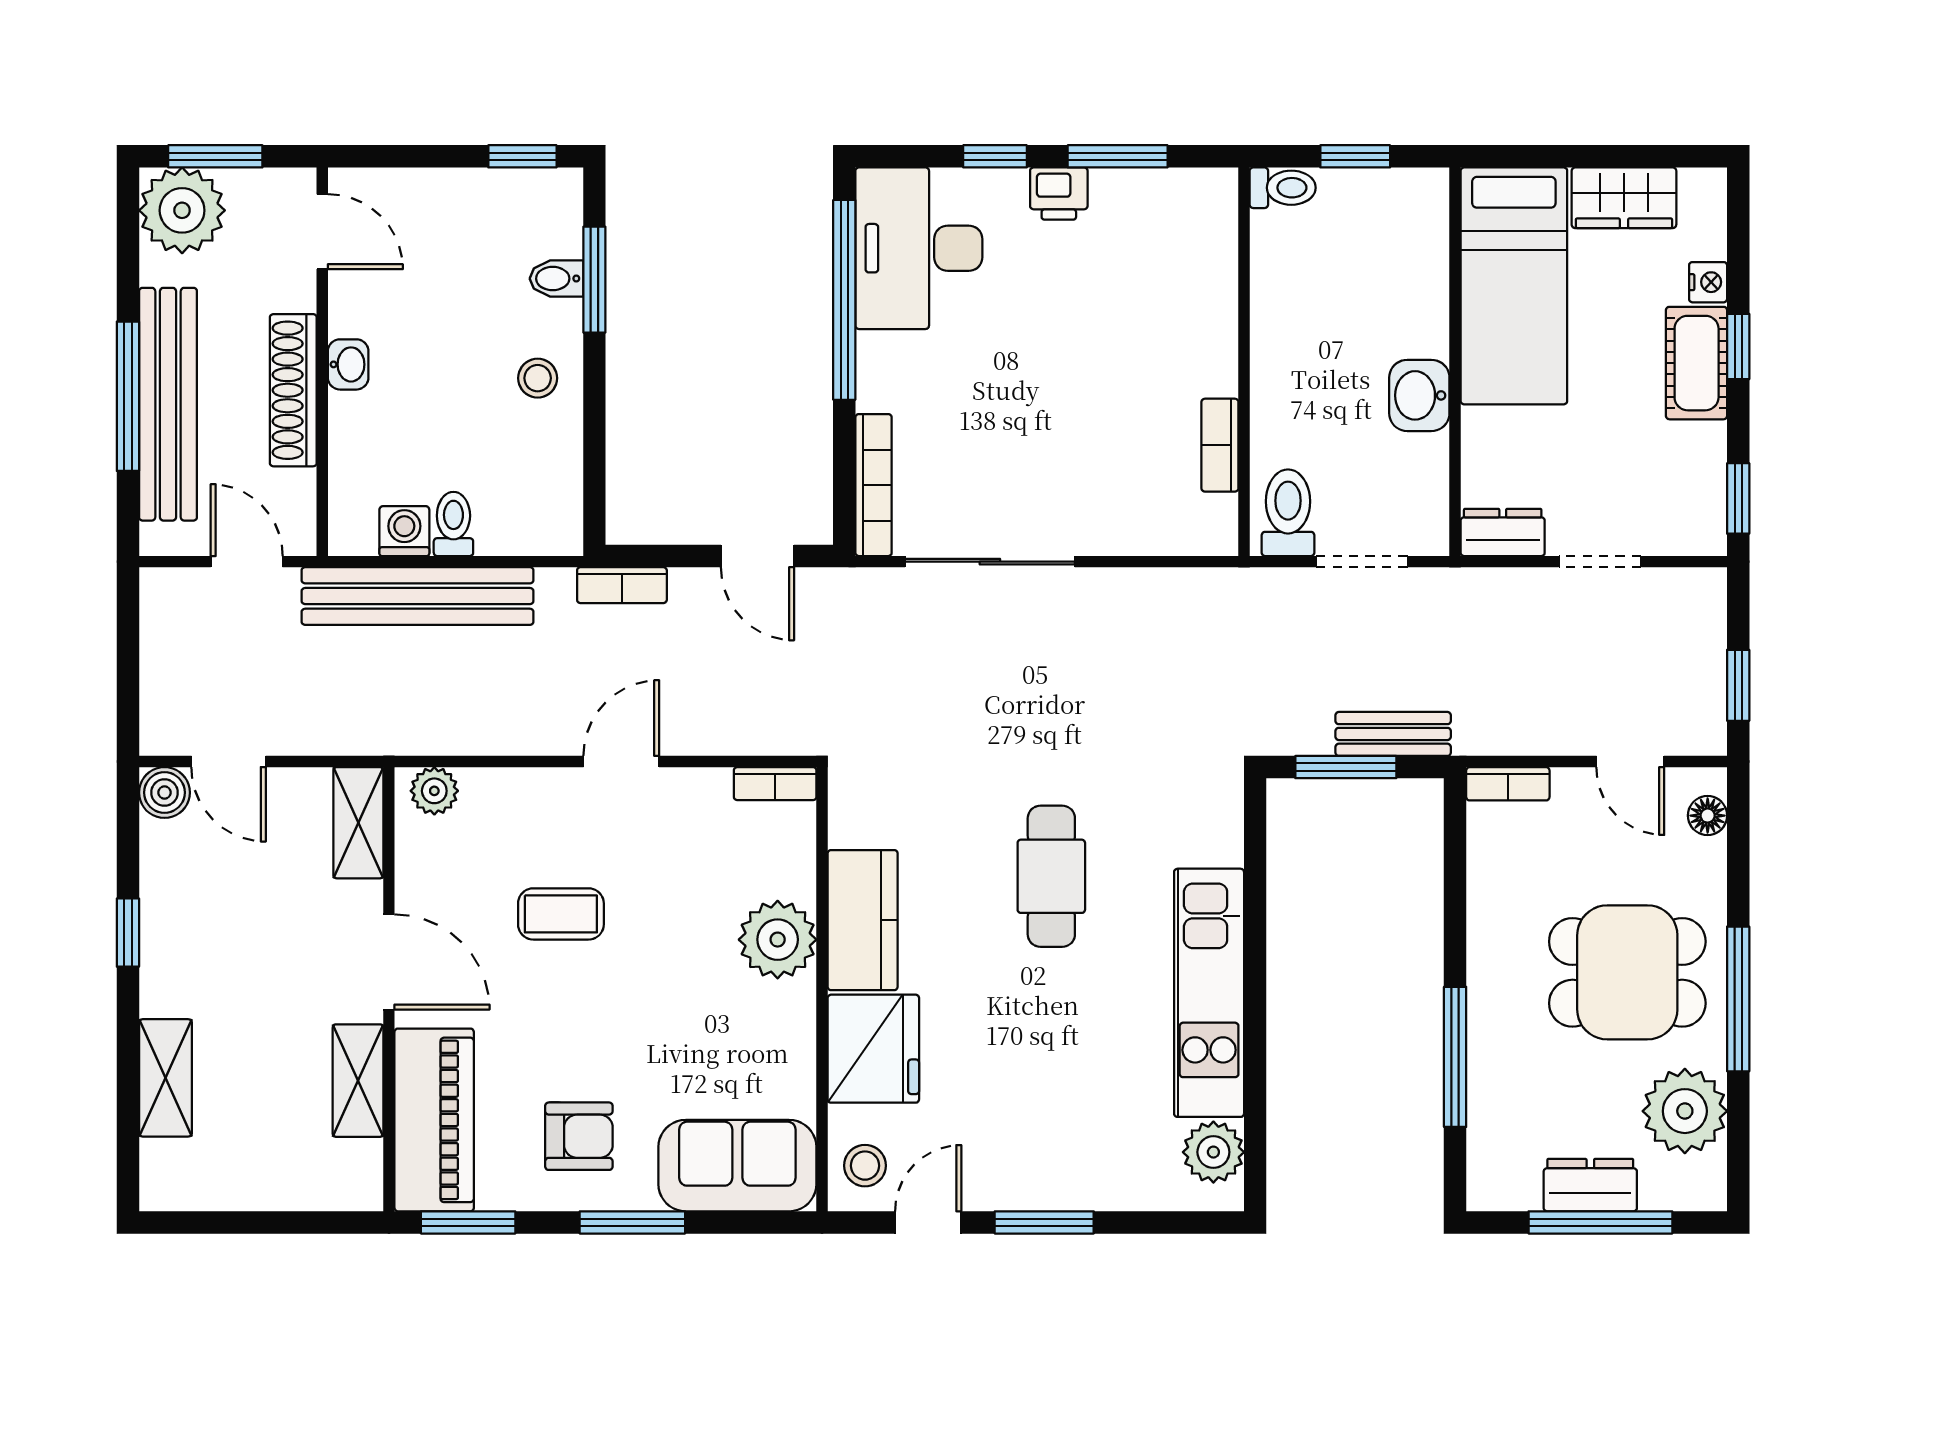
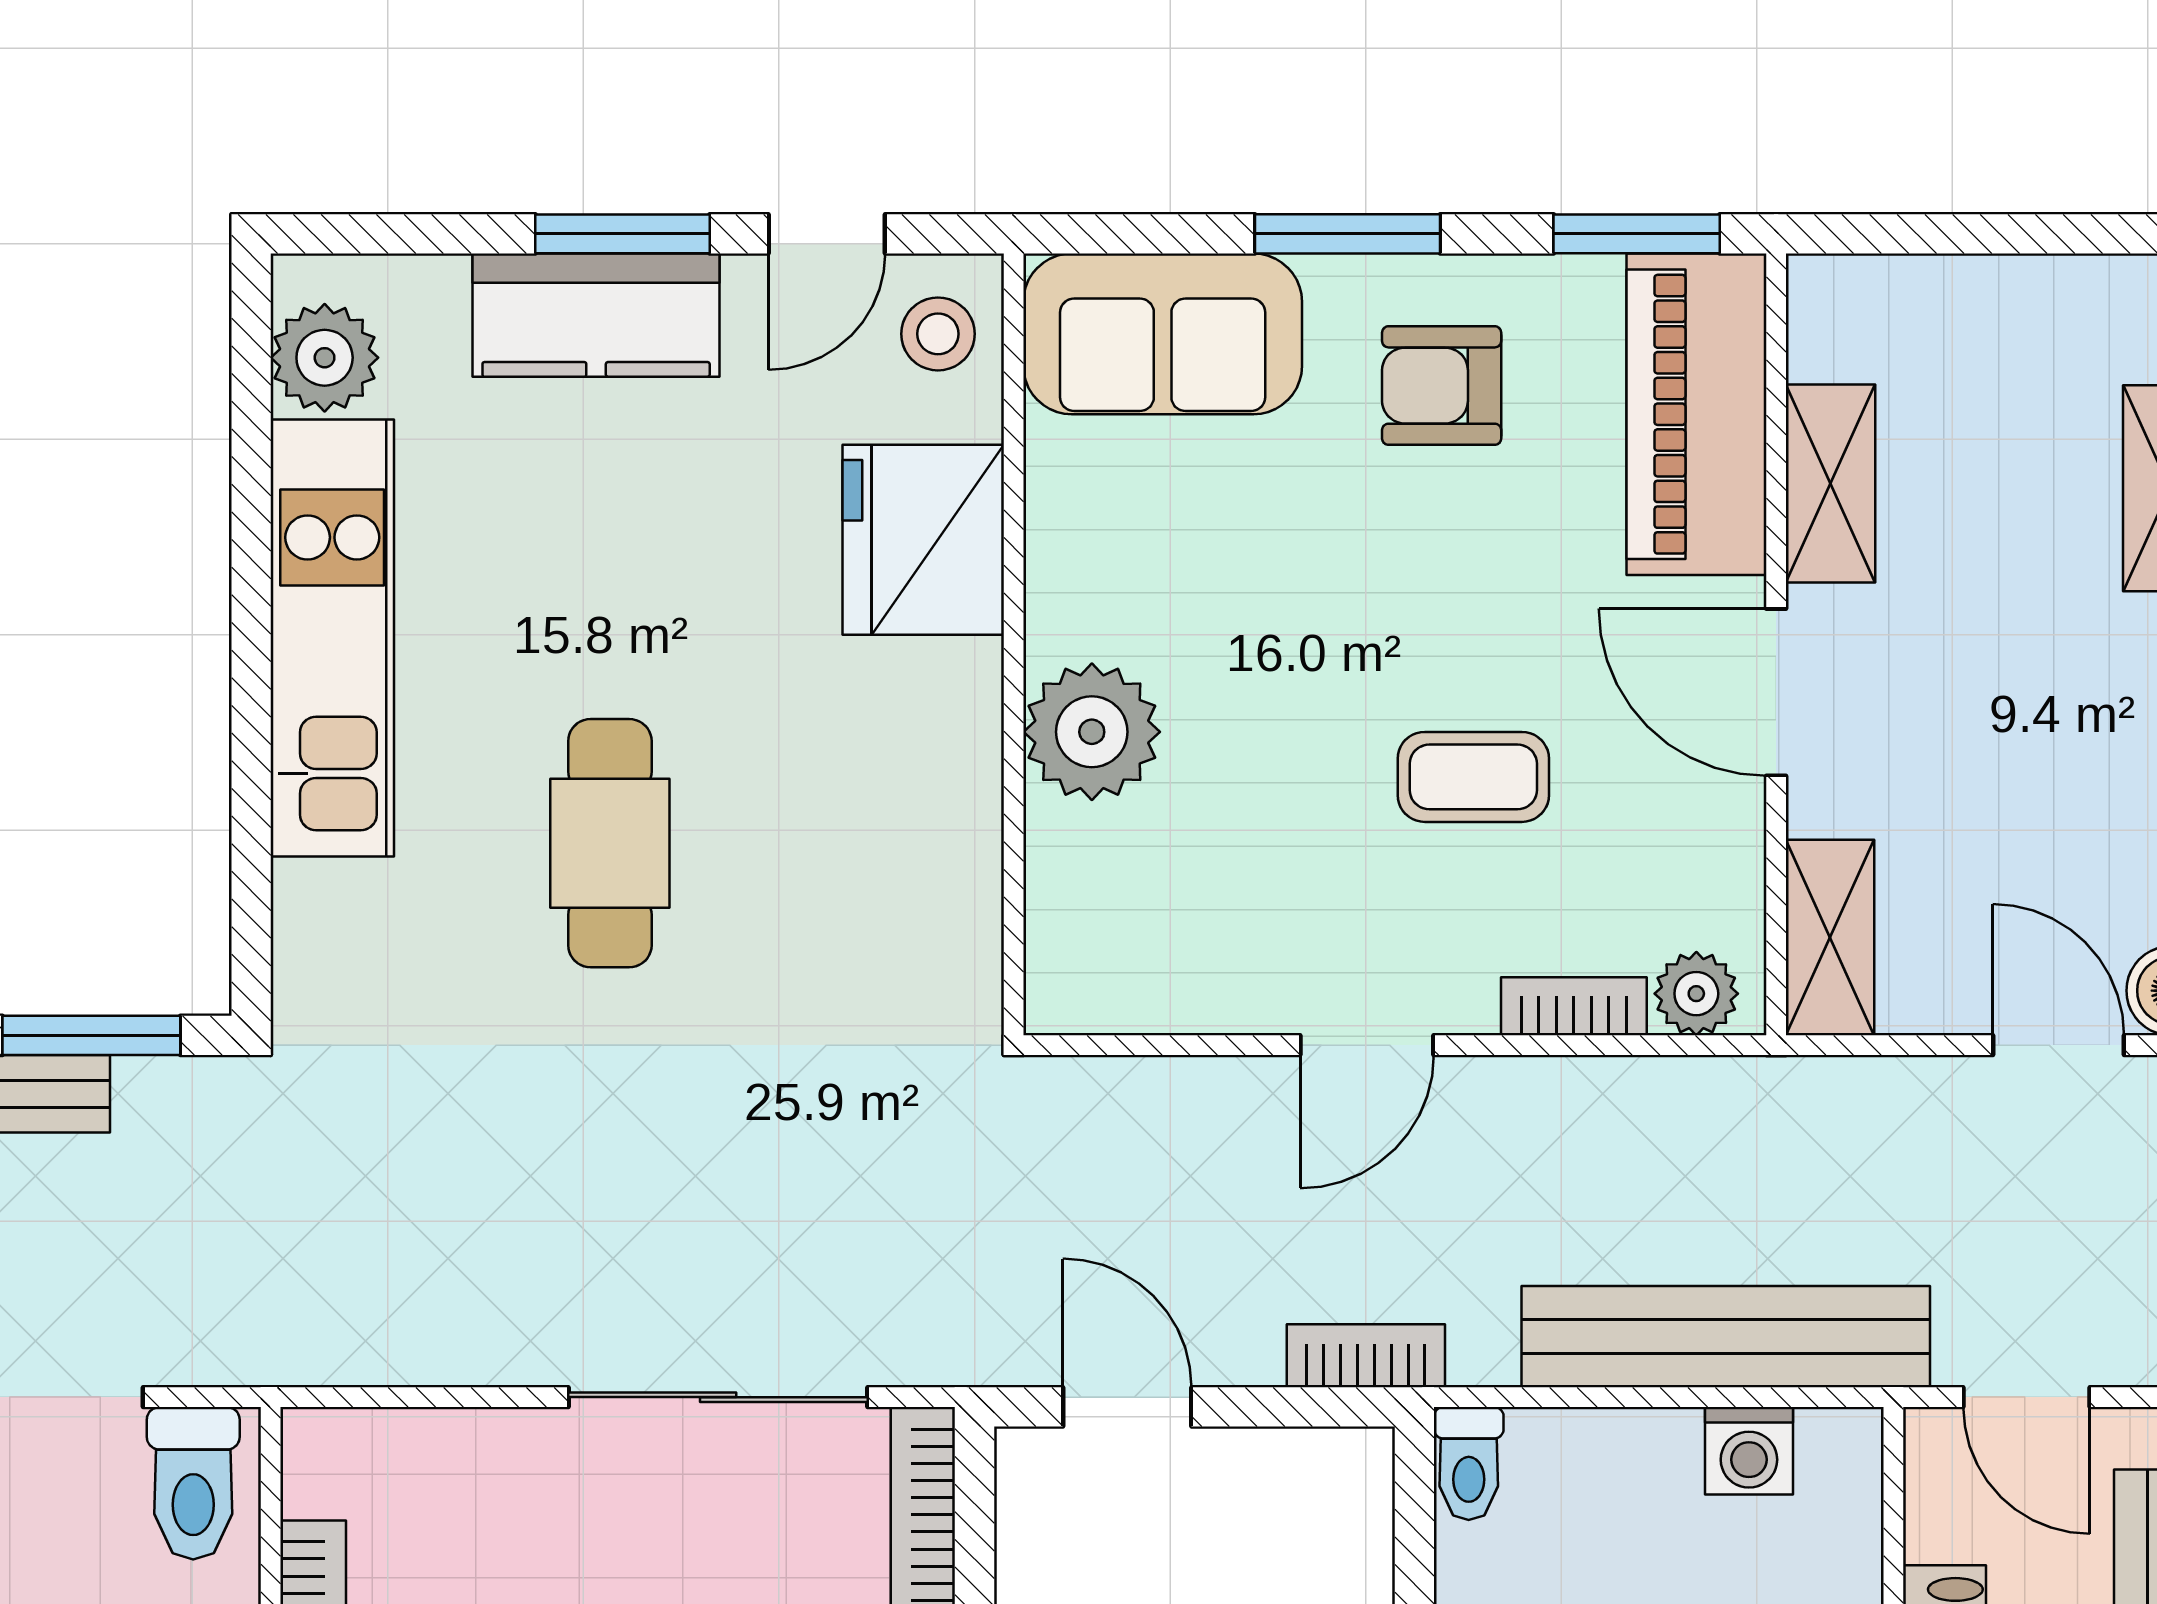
toilet: (453, 524) -> (1469, 1464), moved
bookcase: (775, 784) -> (1574, 1006), moved
kitchen counter: (863, 920) -> (596, 315), moved, turned -90

